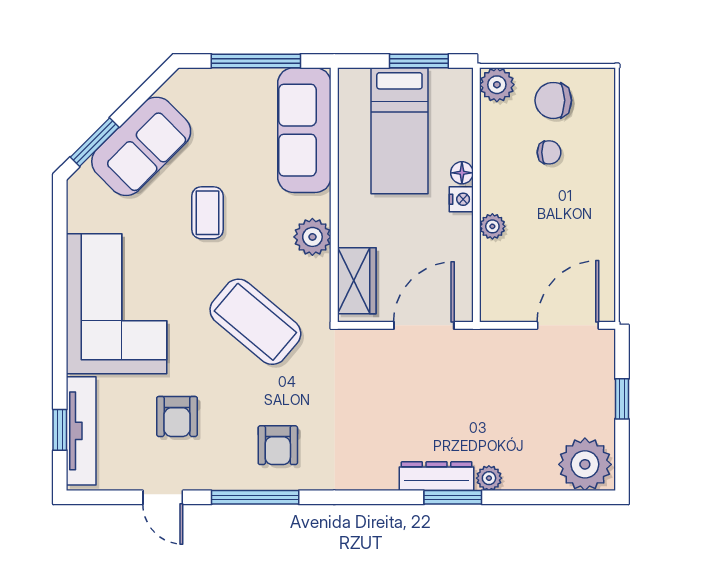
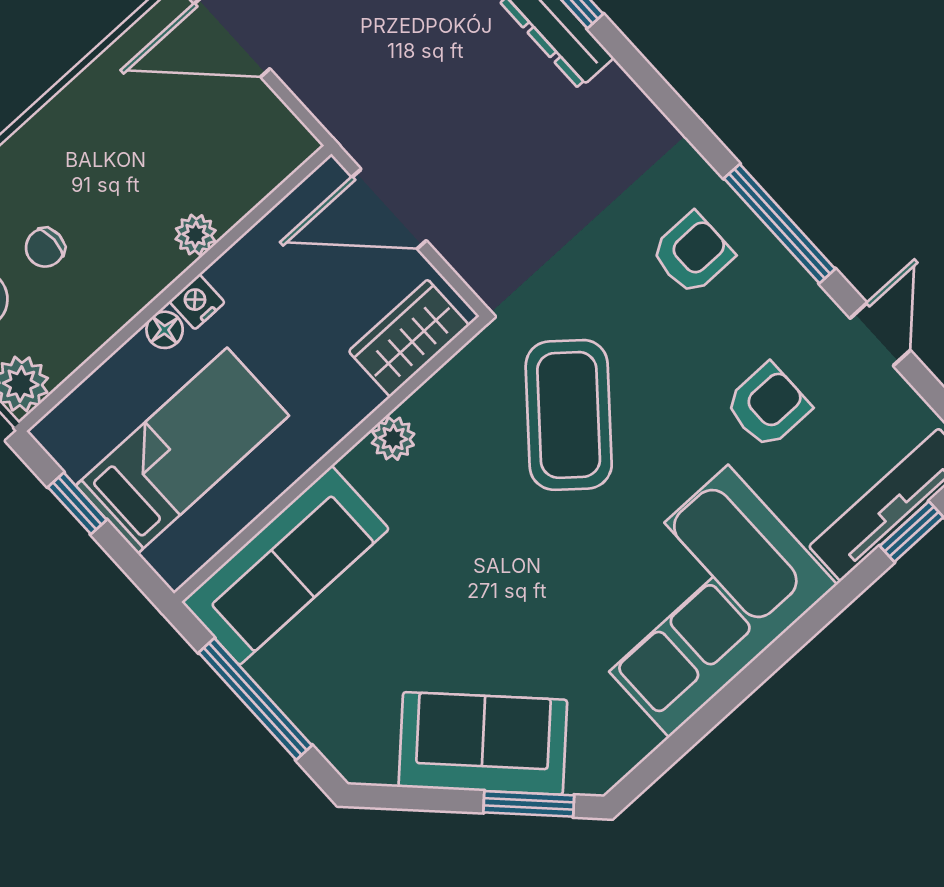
window: (419, 61) -> (77, 503), width x0.67
chair: (549, 152) -> (45, 248), turned -90
coffee table: (208, 213) -> (490, 591), removed
plant: (312, 237) -> (393, 438), width x0.73, depth x0.73

